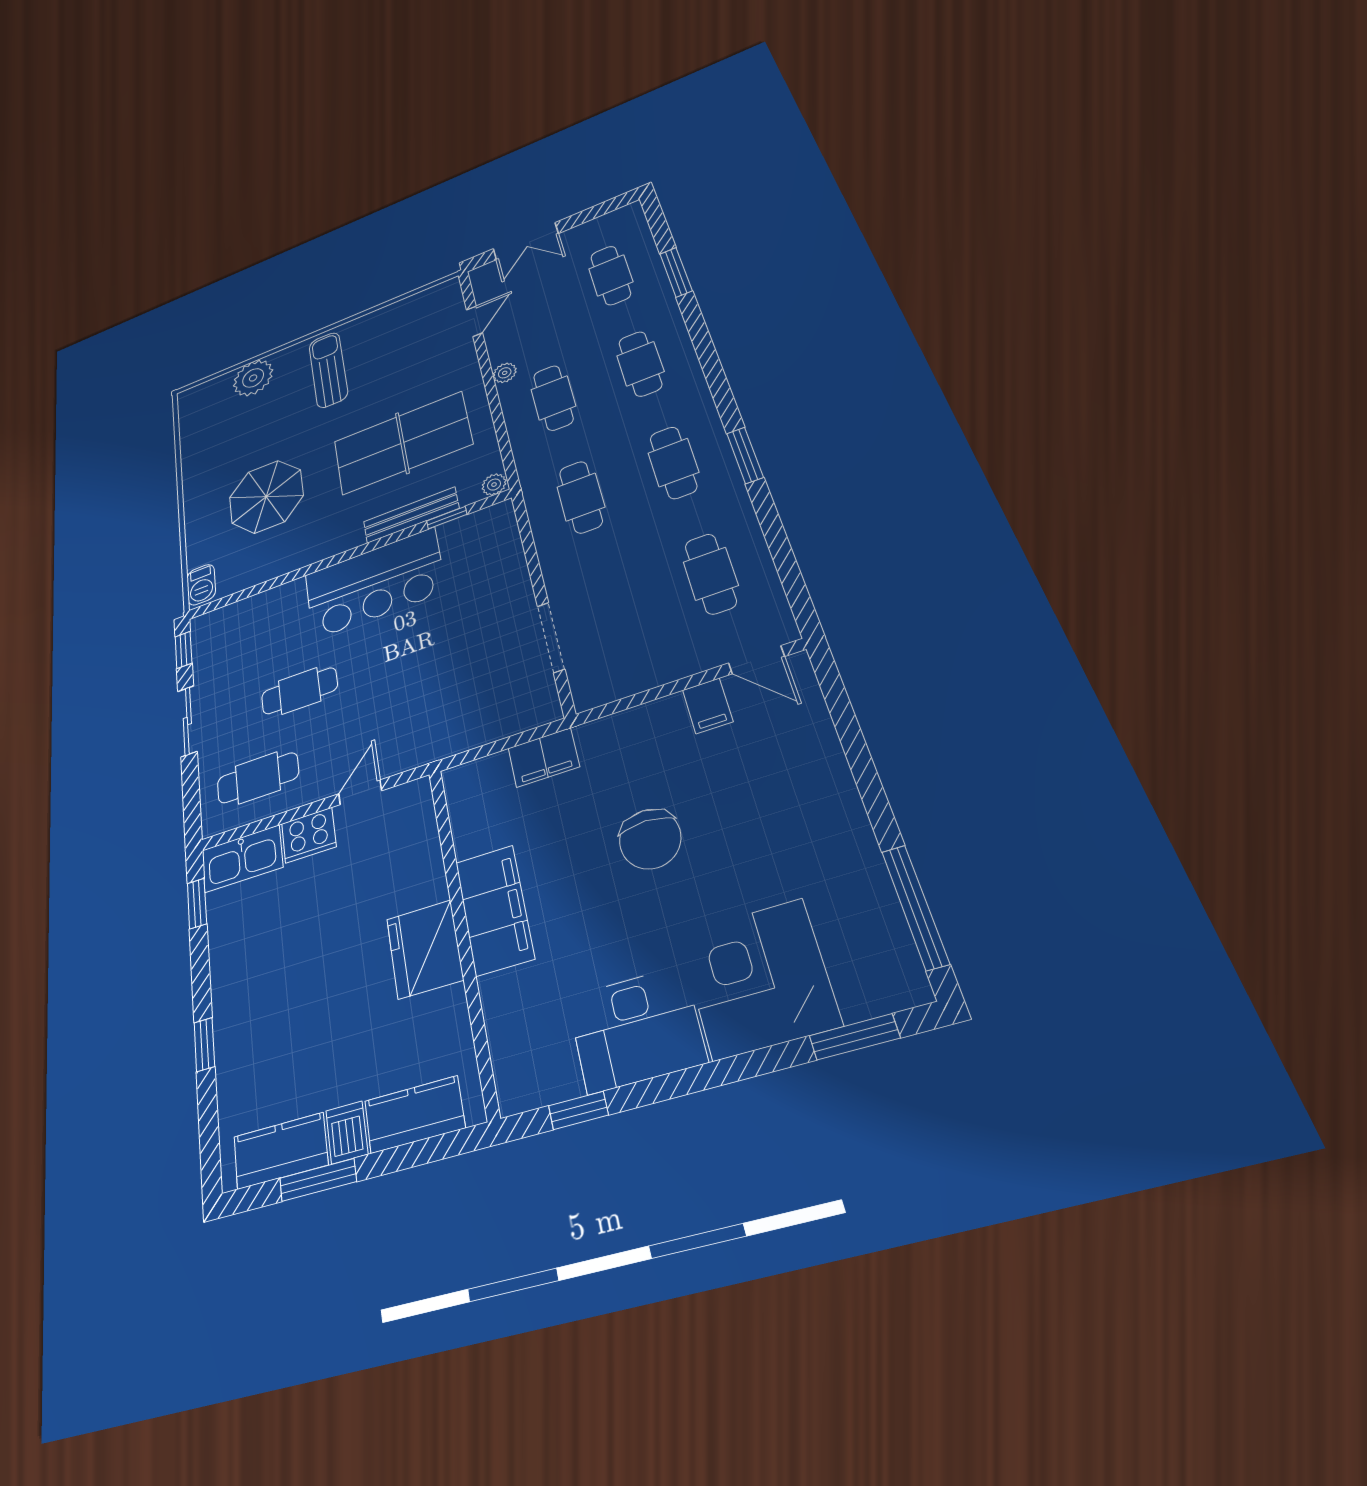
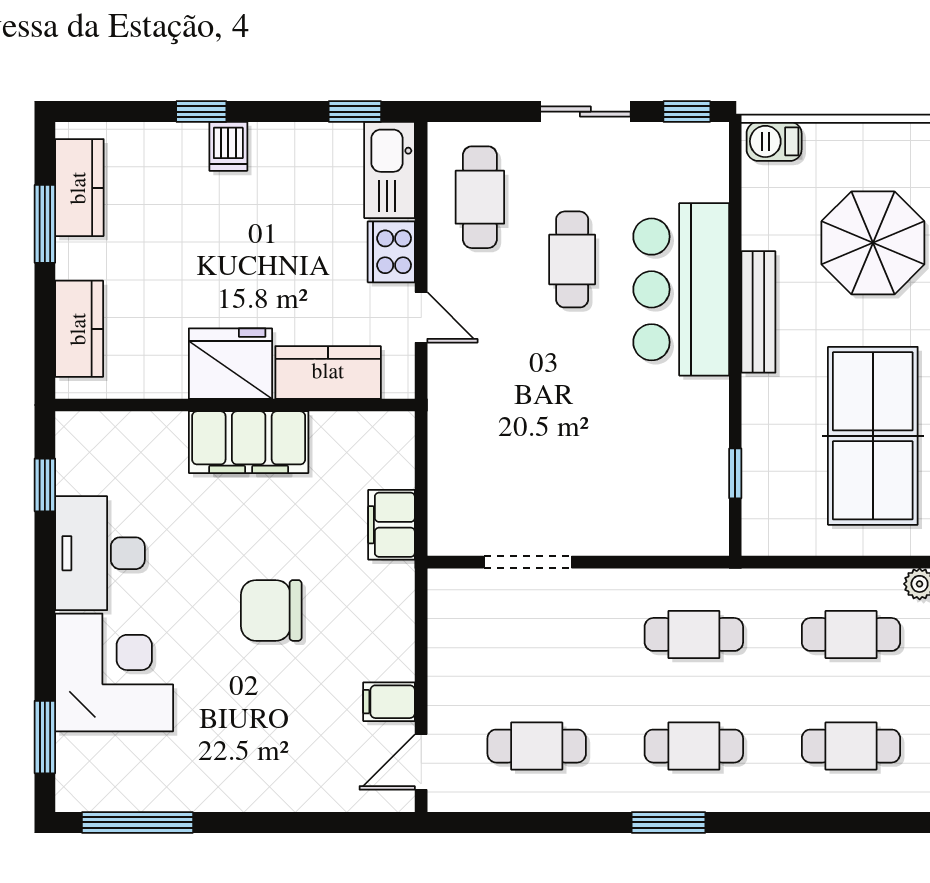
plant: (494, 485) -> (757, 539), removed
bench: (411, 515) -> (758, 312), moved
bar counter: (374, 583) -> (681, 289), moved
kitchen counter: (419, 856) -> (328, 372), added
dishwasher: (347, 1132) -> (228, 146), moved, turned 90

